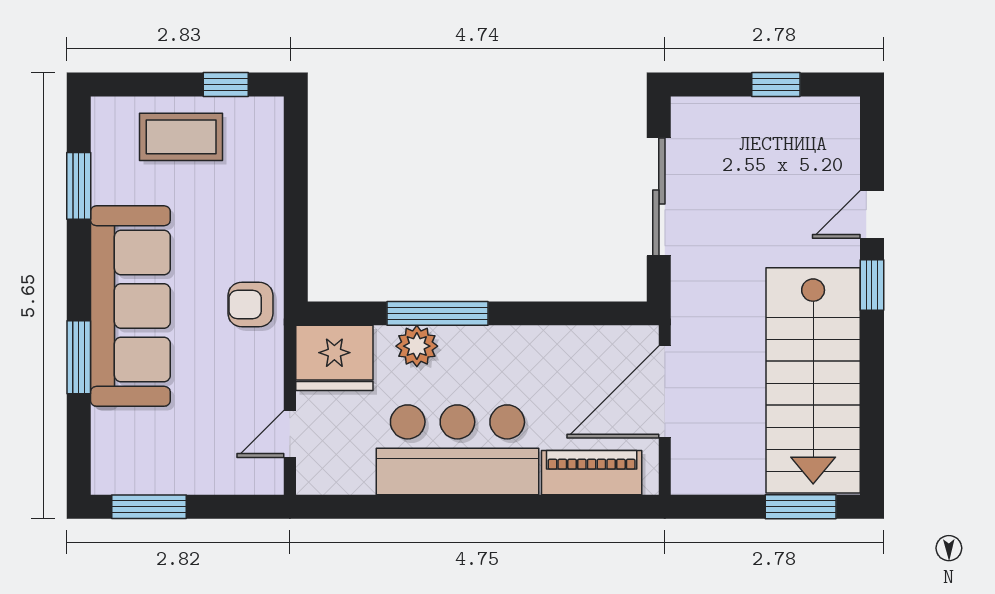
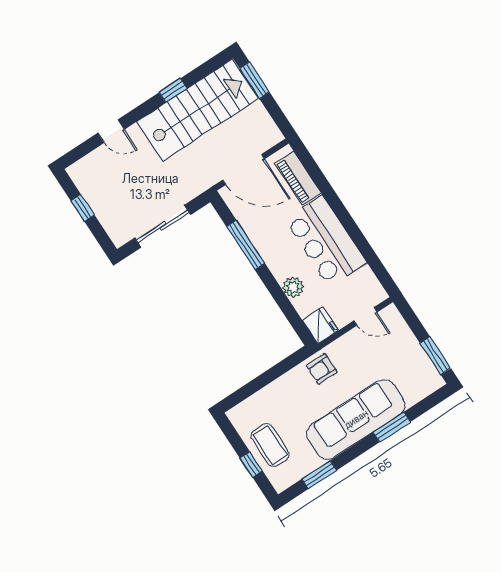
window: (226, 85) -> (251, 464), moved
window: (872, 285) -> (173, 90), moved
armchair: (250, 304) -> (322, 369), turned 90
window: (437, 313) -> (246, 245), moved
fridge: (334, 358) -> (320, 325), width x0.73, depth x0.75

